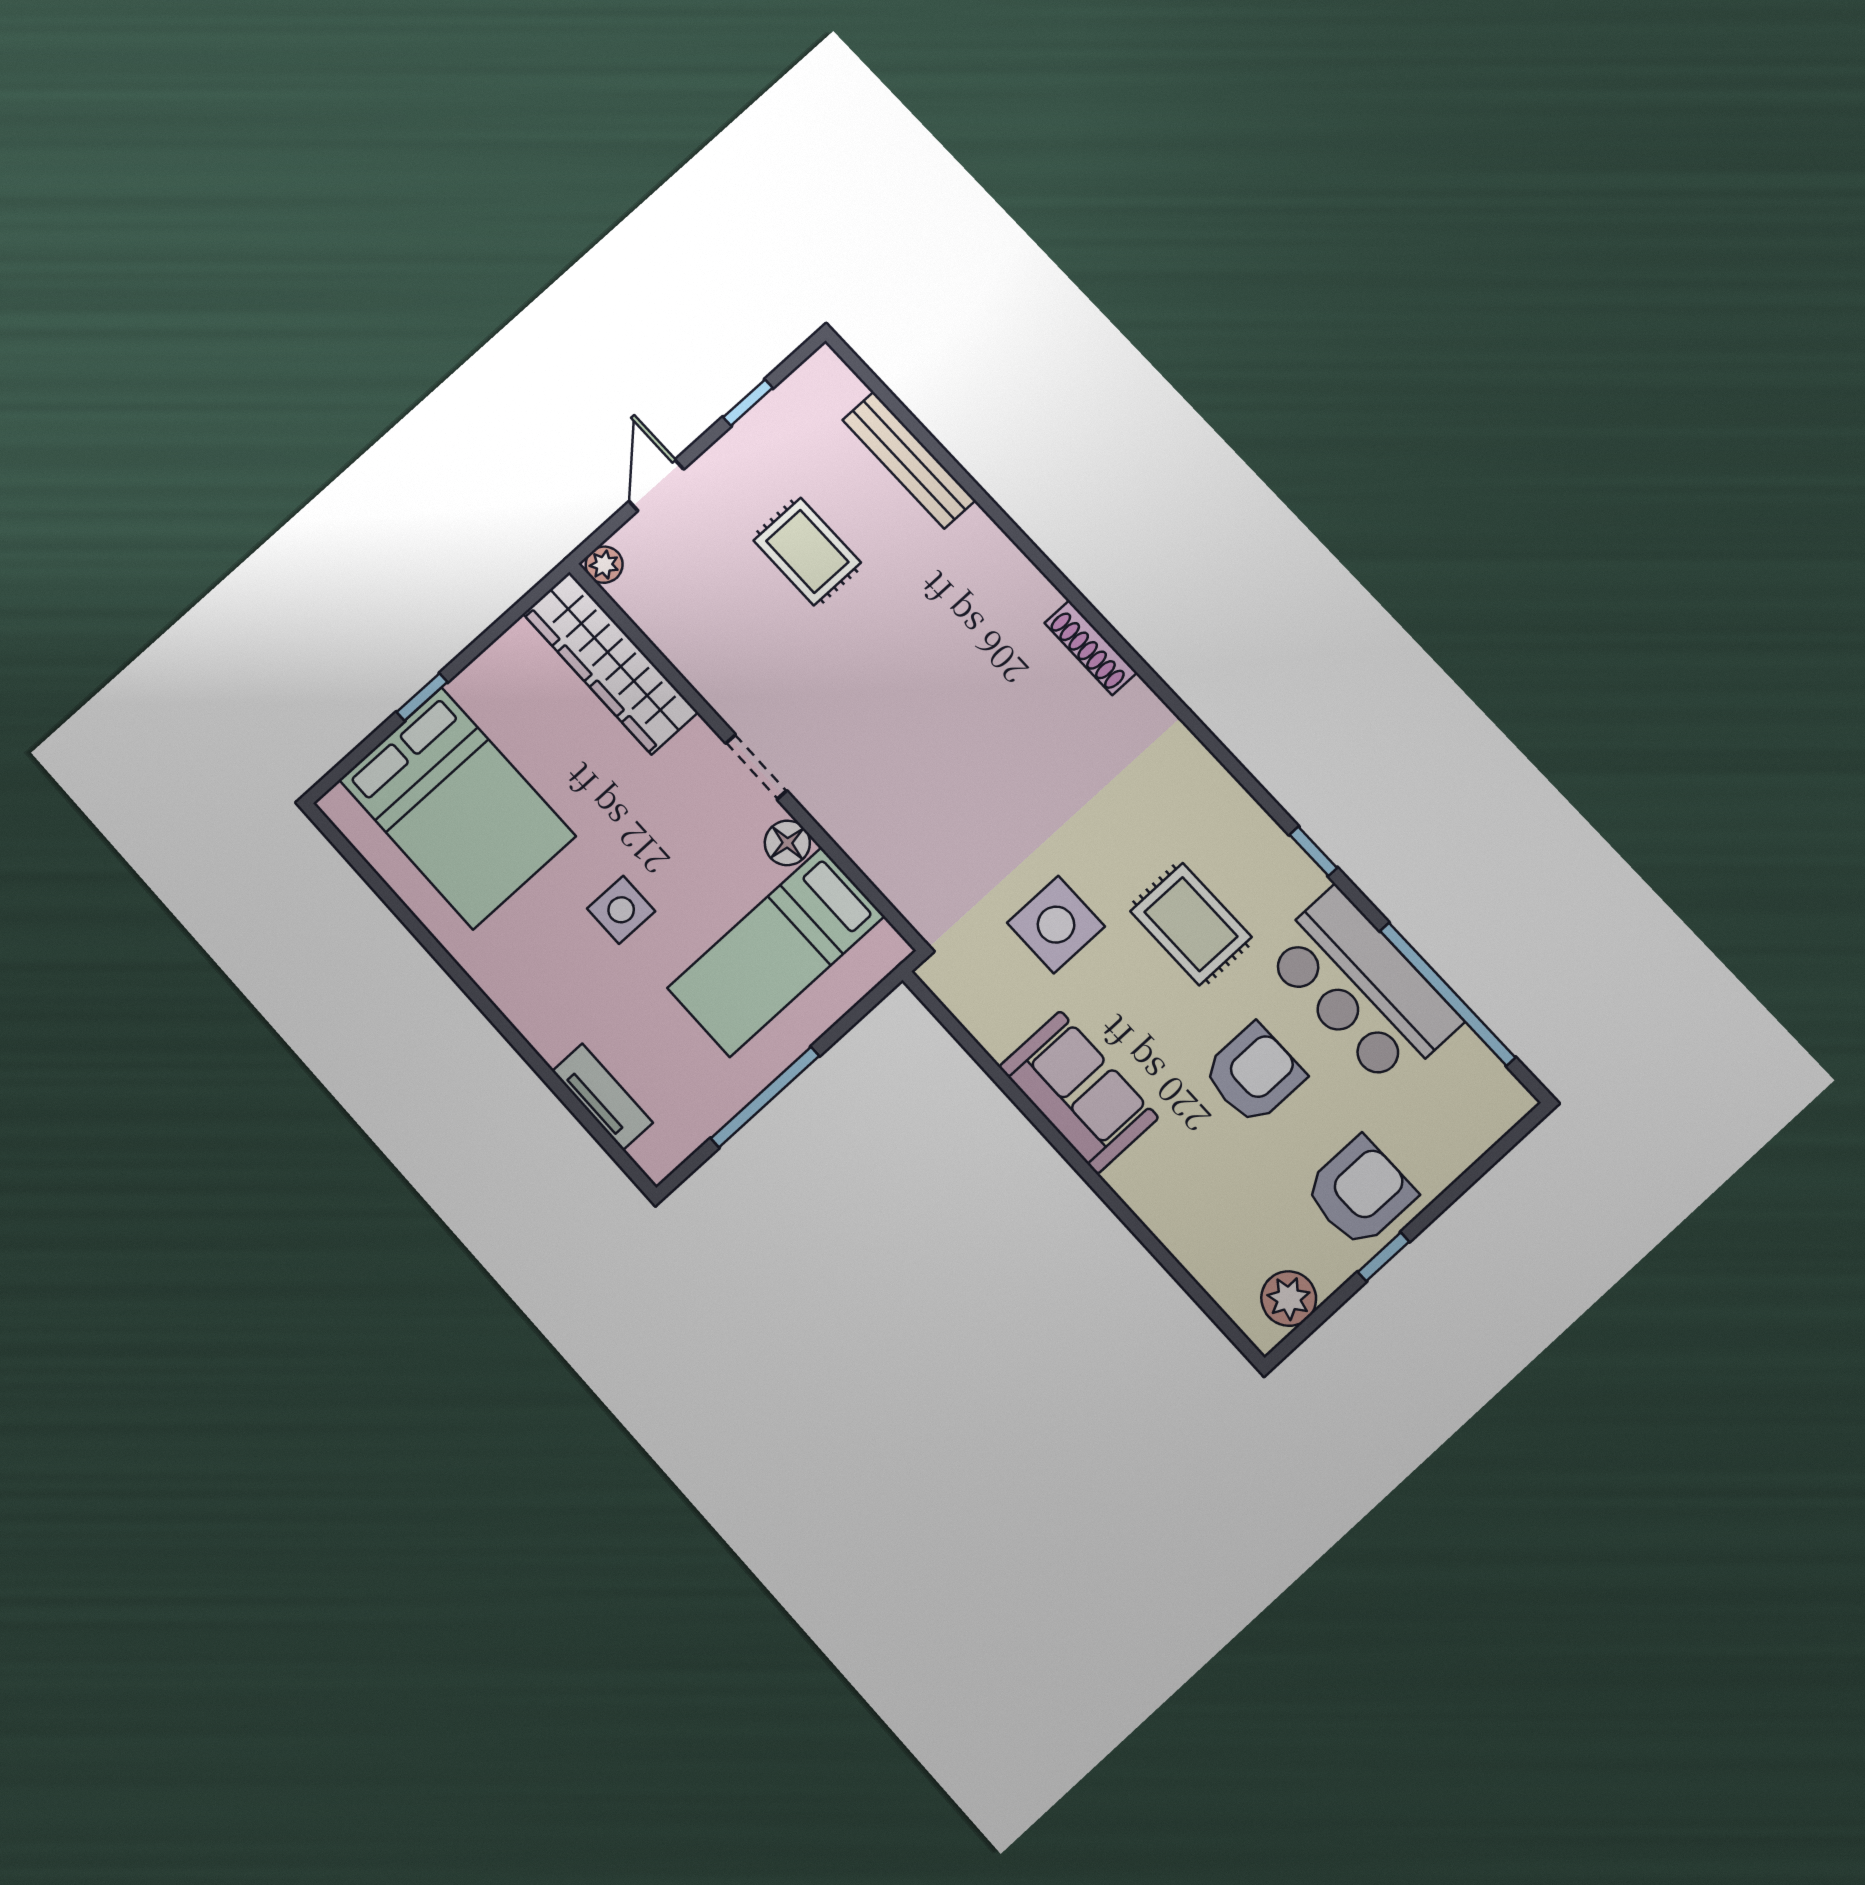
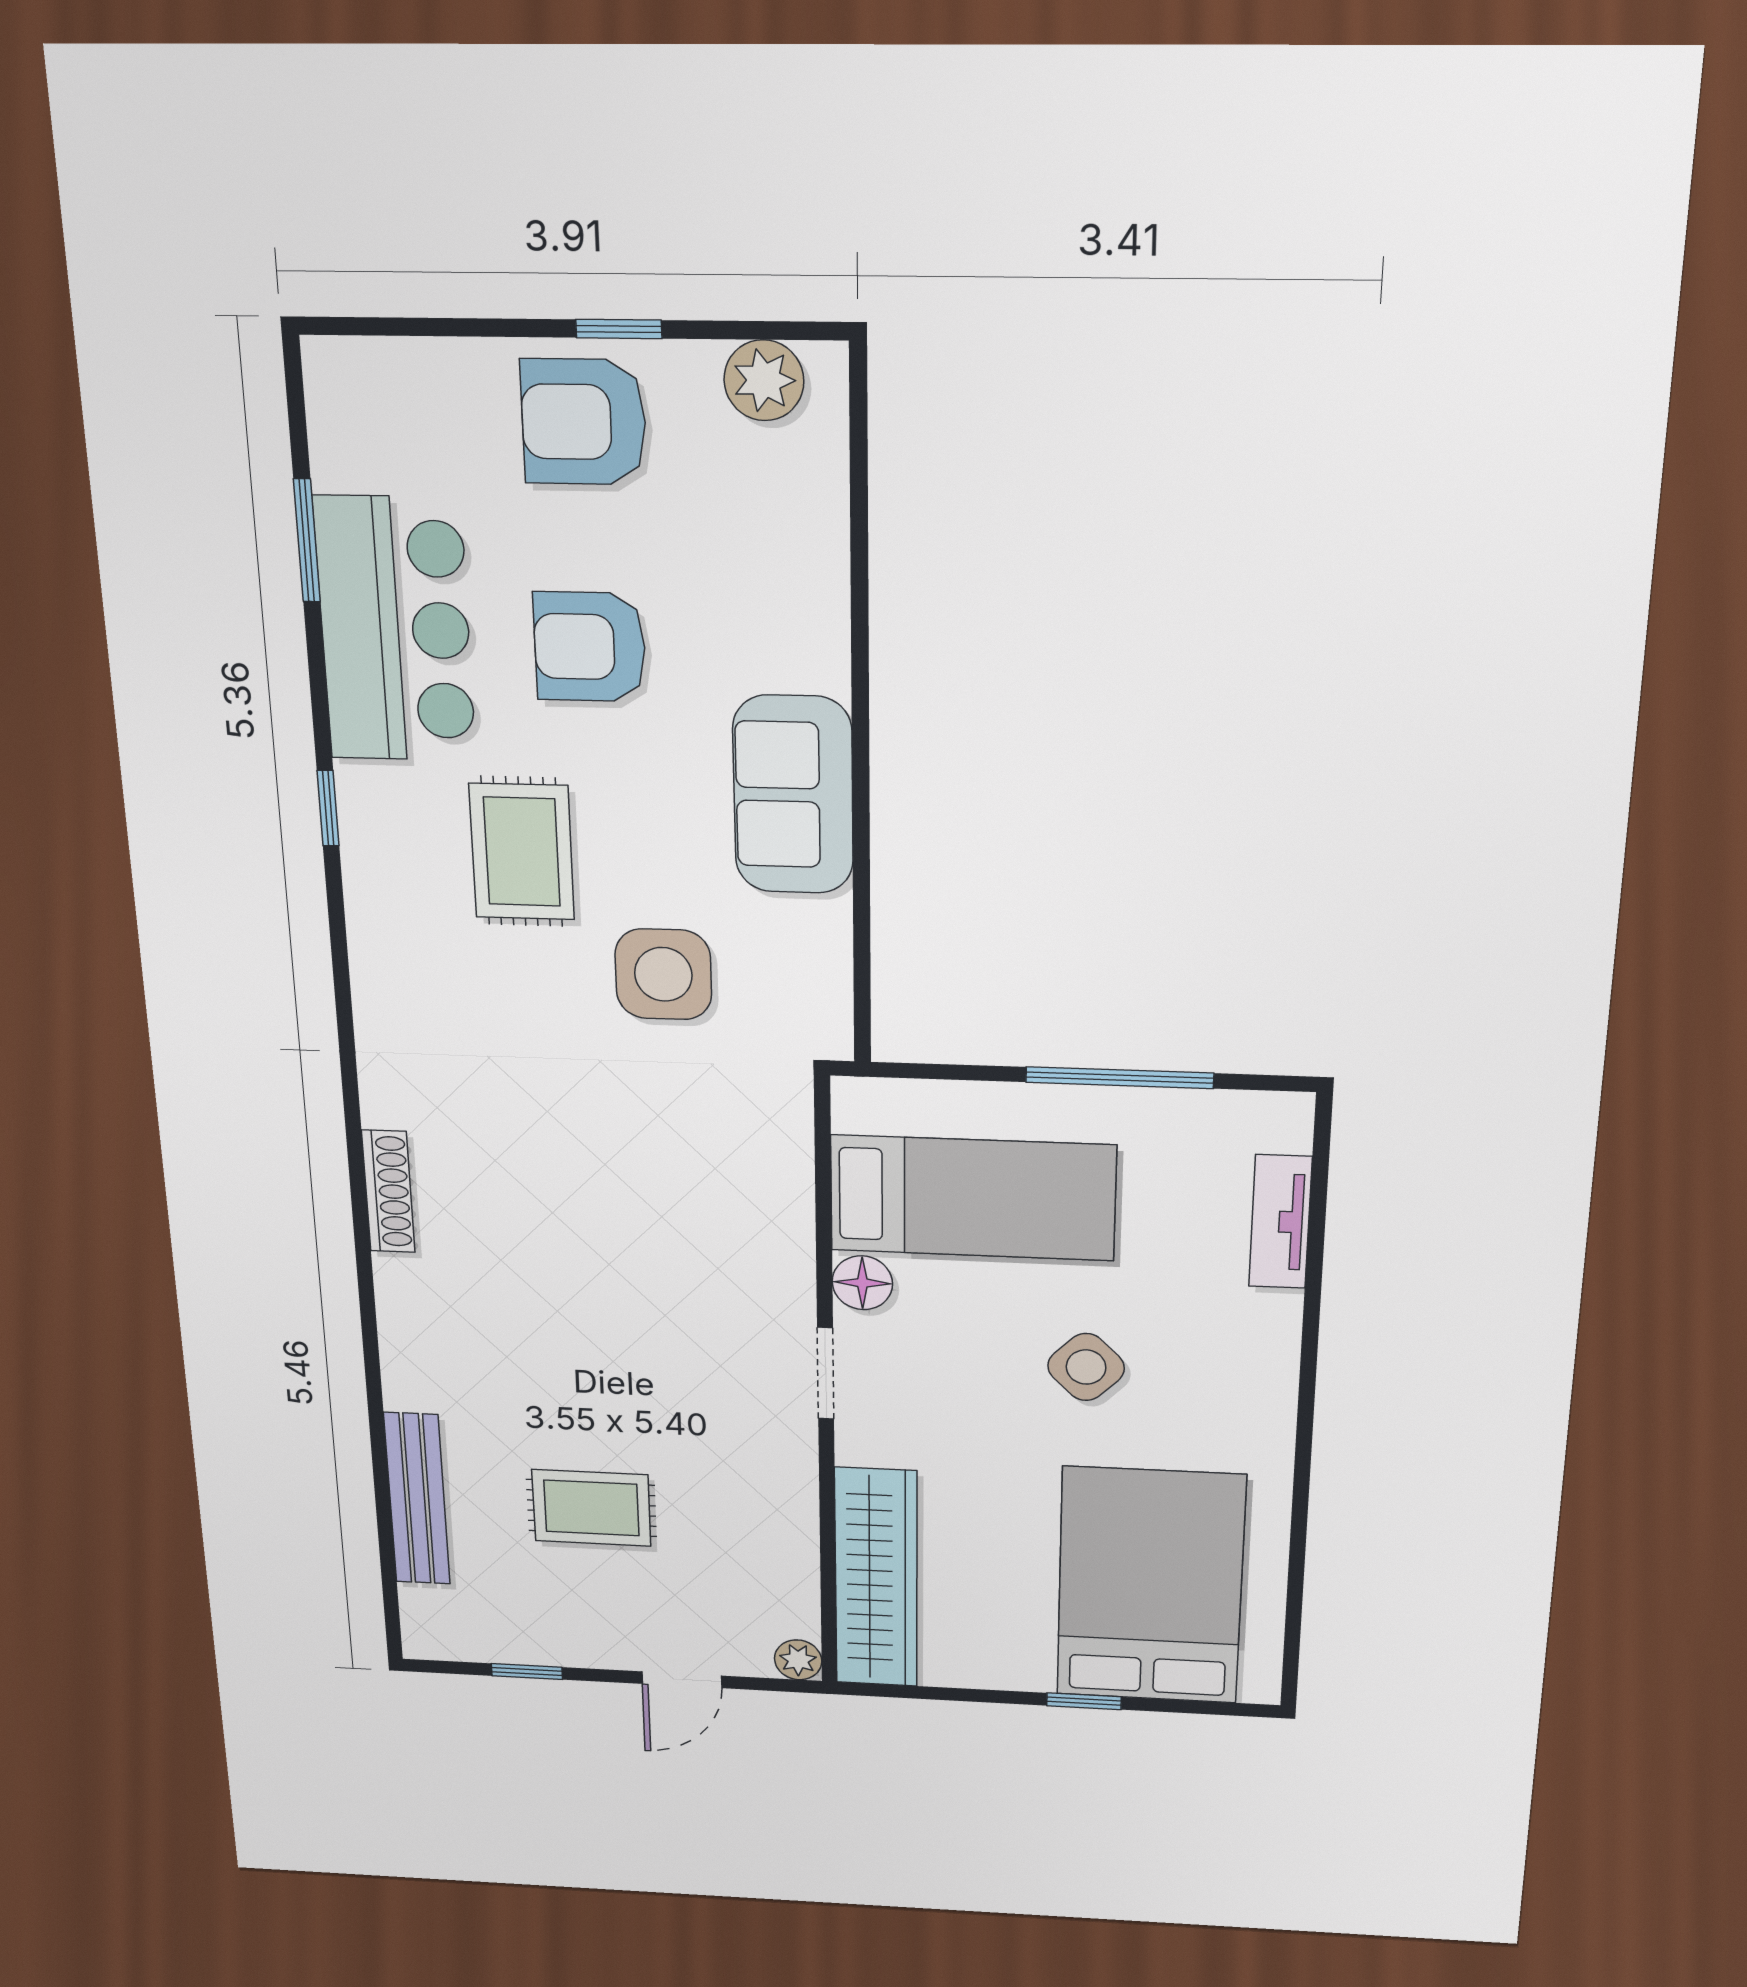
rug: (807, 551) -> (591, 1508), turned 90
side table: (621, 910) -> (1086, 1367), turned 45
window: (1448, 994) -> (307, 541), width x0.47

